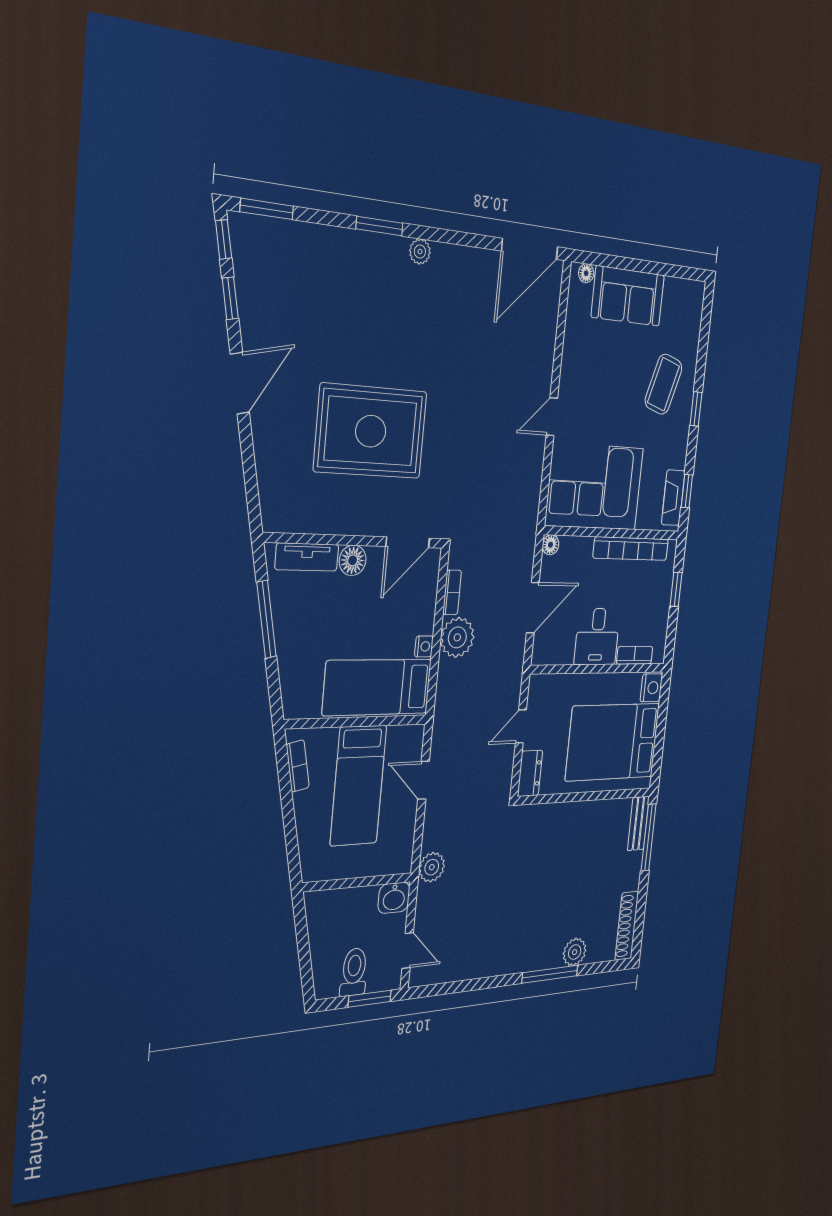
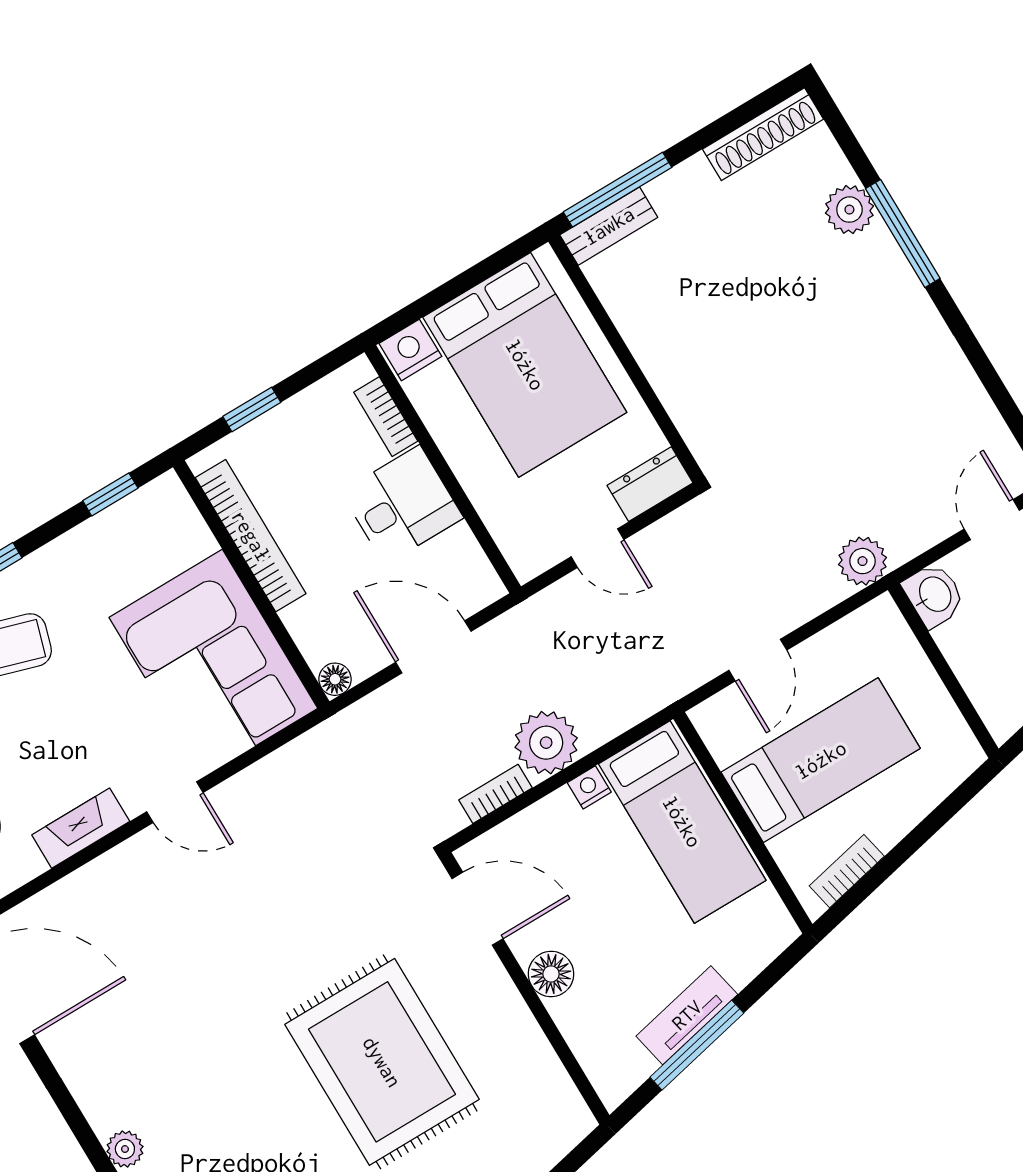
fireplace: (673, 498) -> (81, 828), moved, turned 180
tv unit: (307, 557) -> (687, 1015), moved, turned -102

